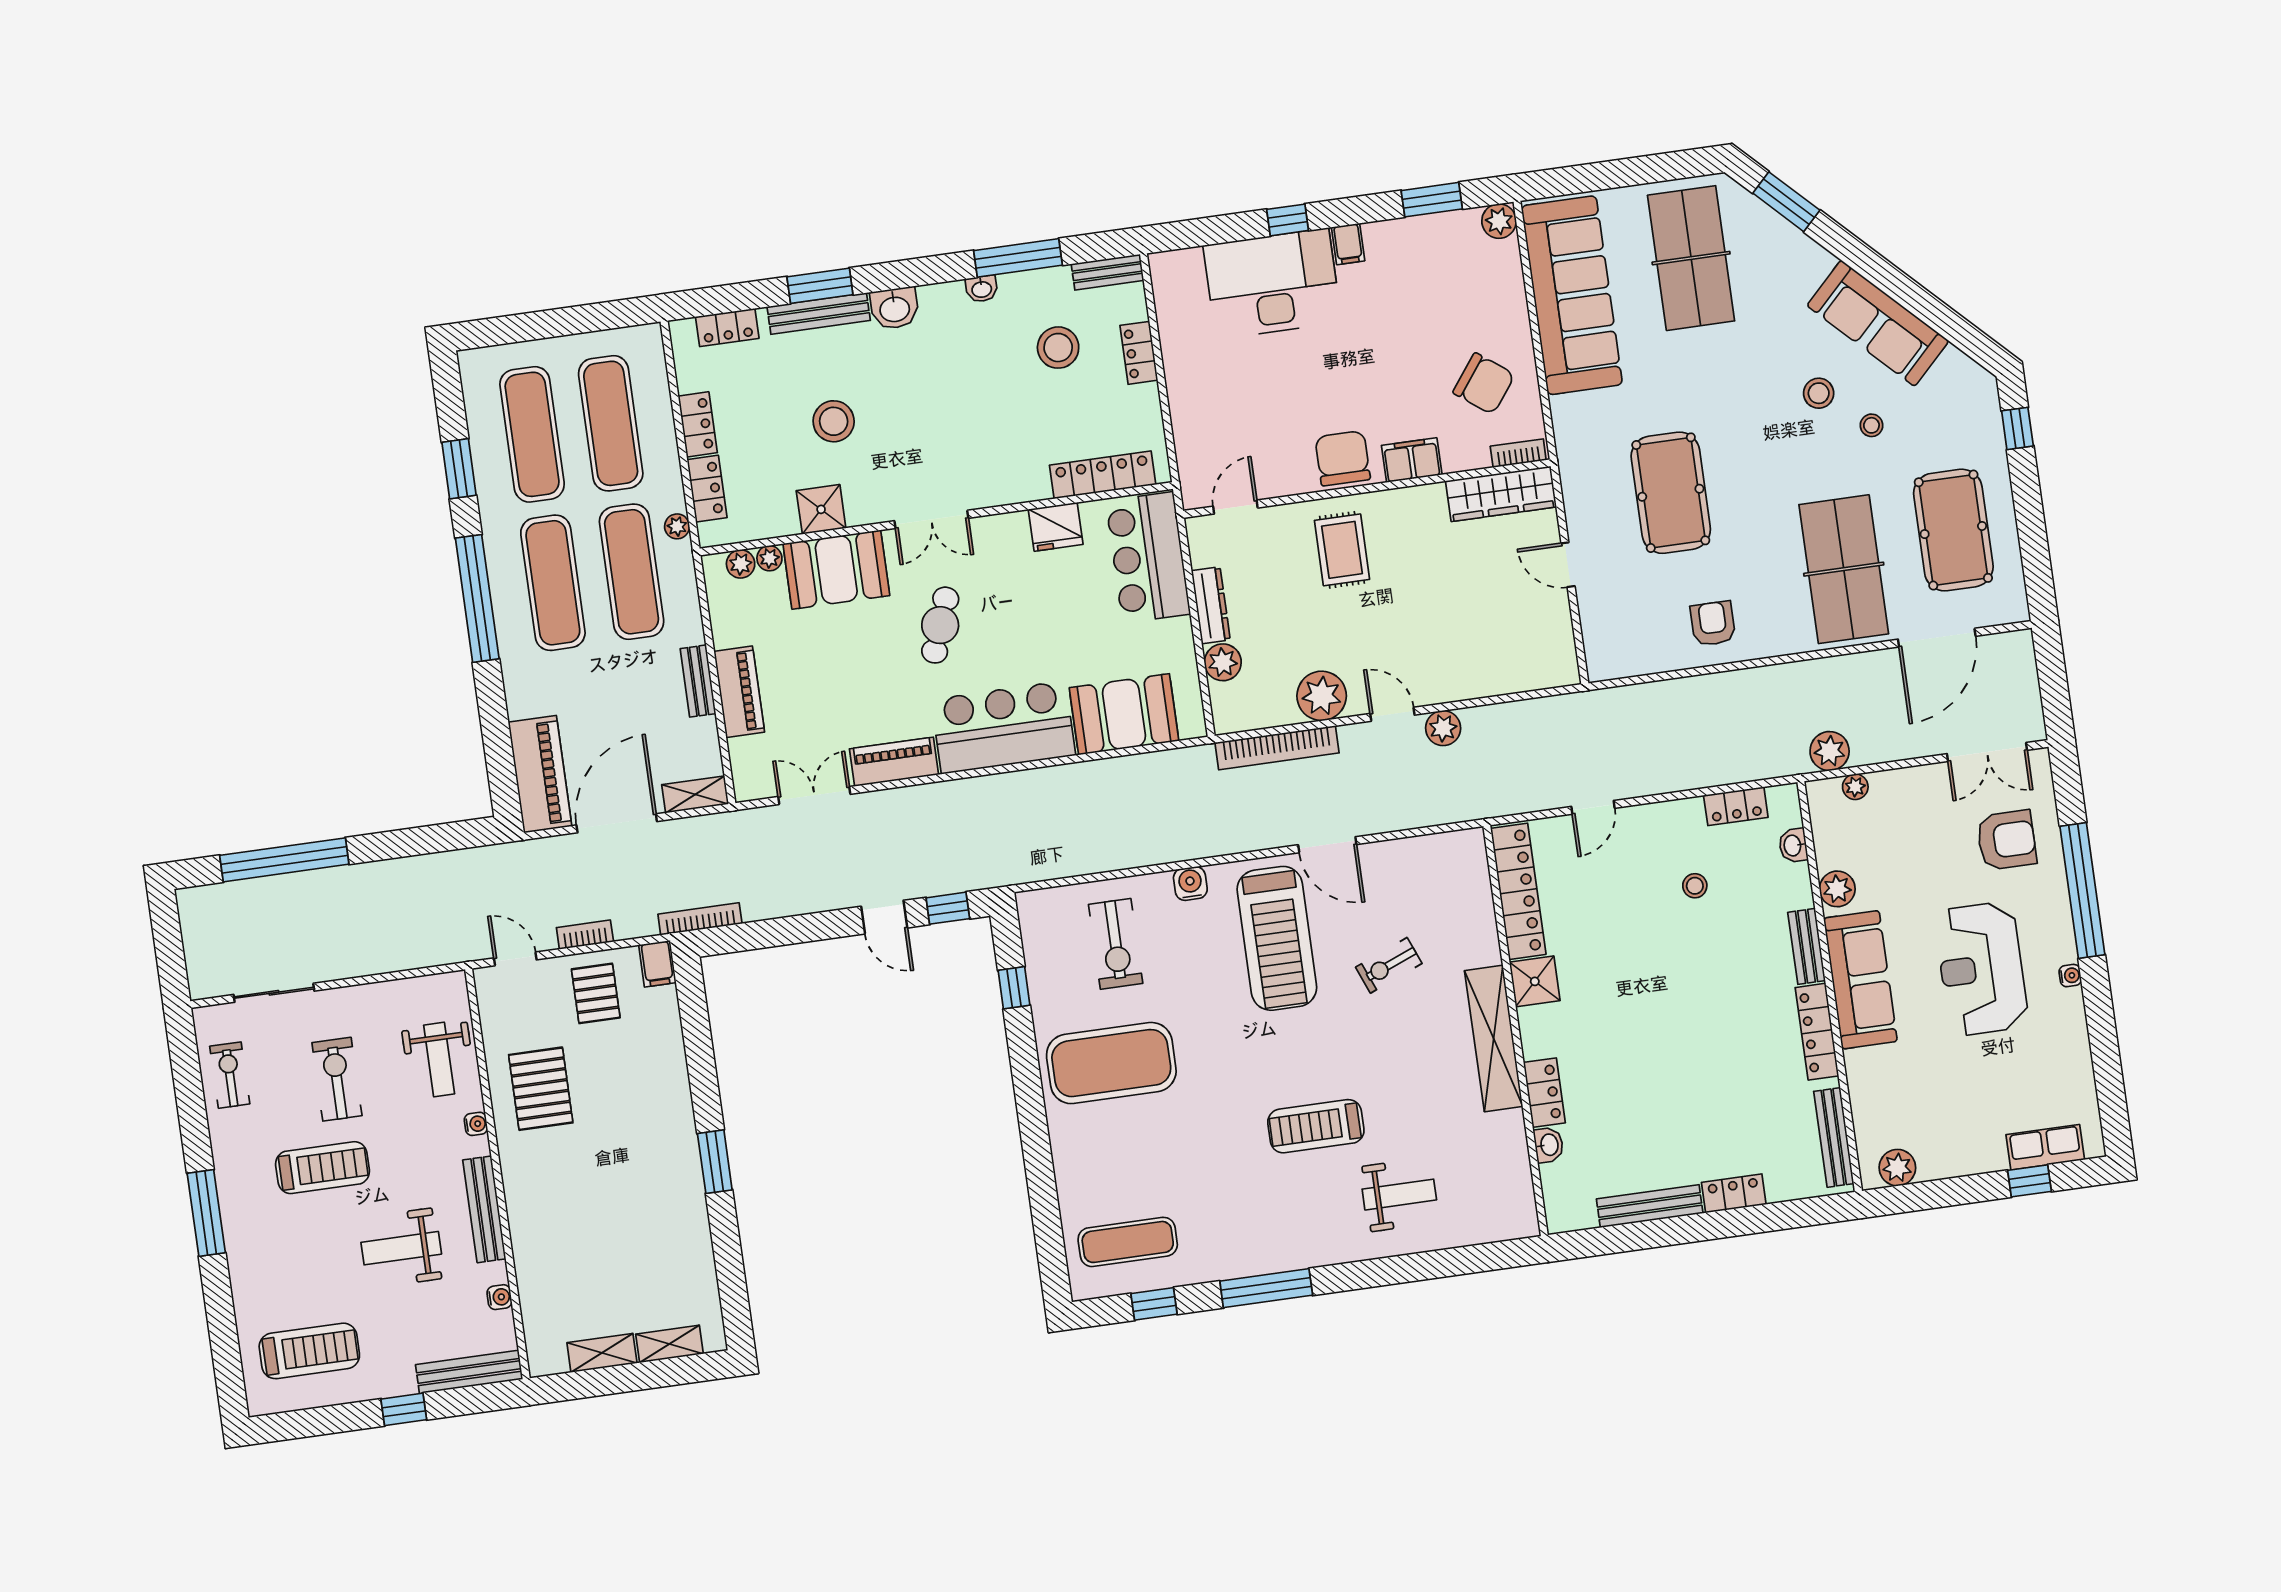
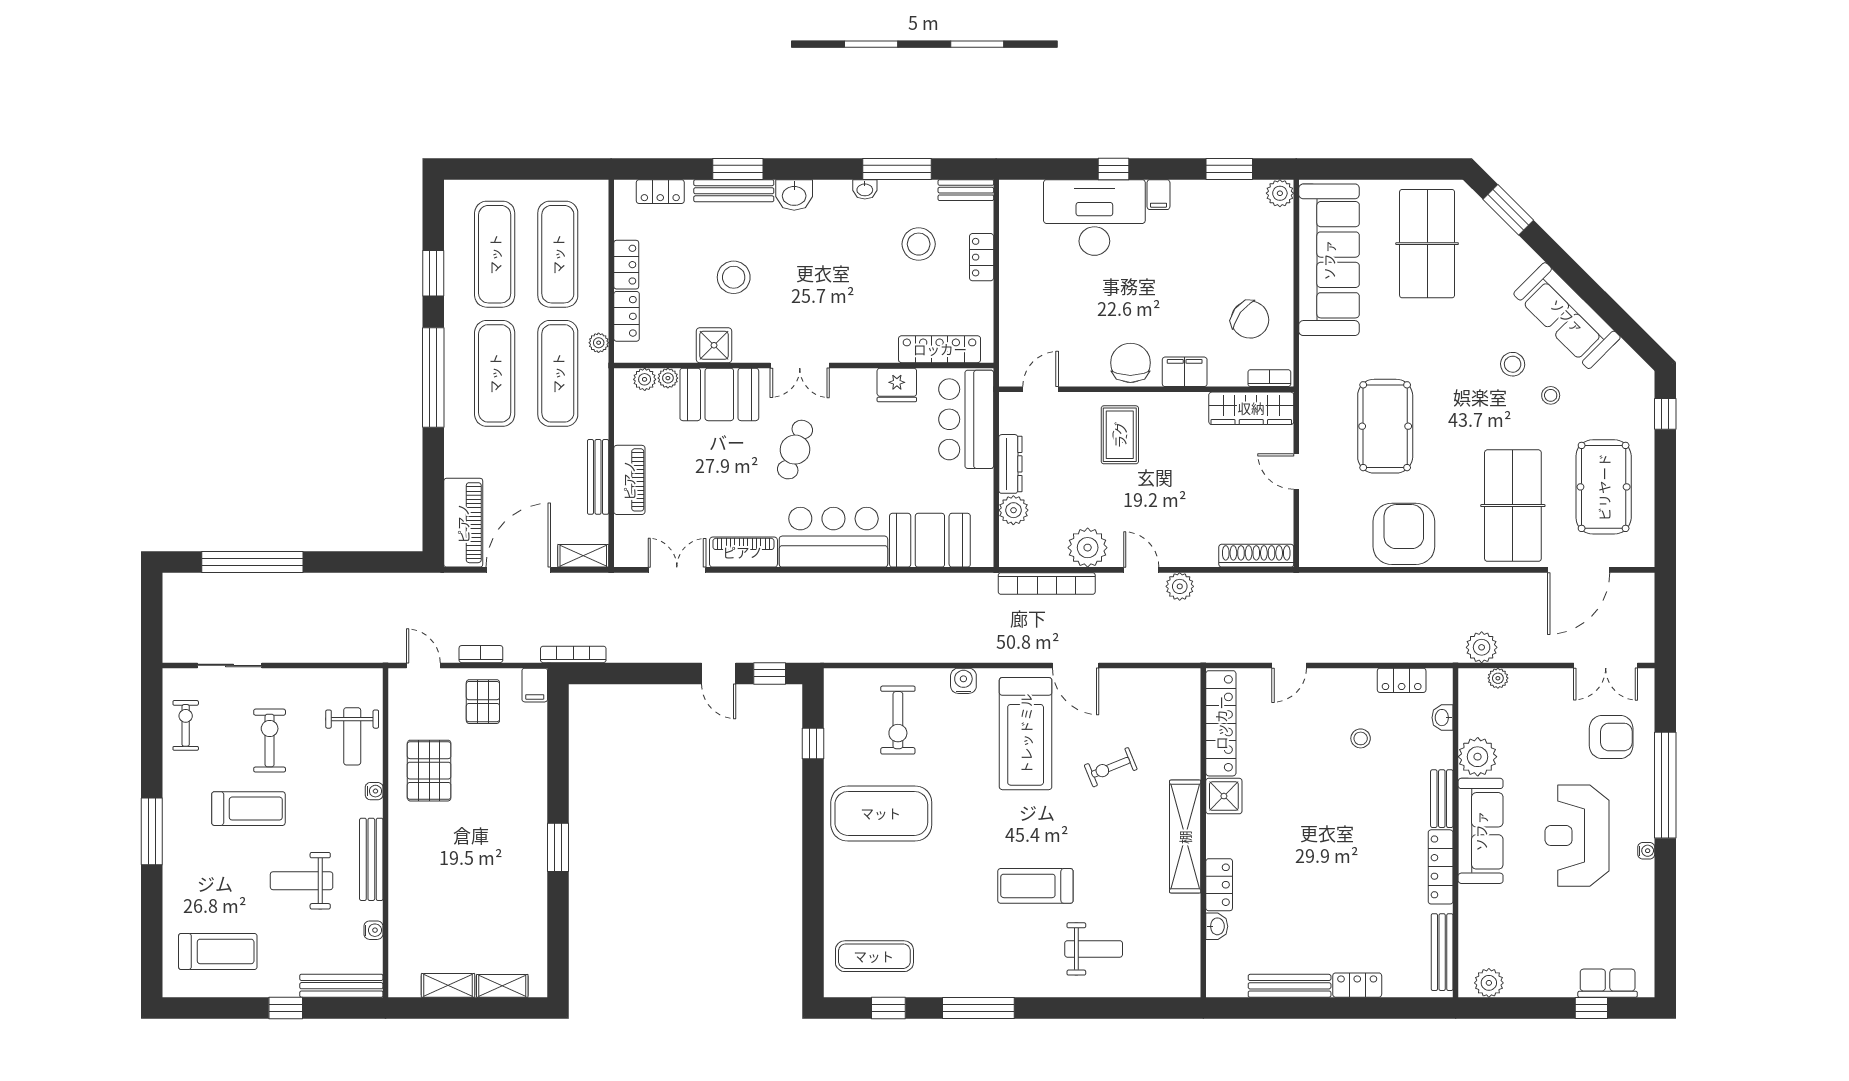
armchair: (1713, 624) -> (1404, 534), width x1.88, depth x1.88
shoe rack: (1533, 676) -> (1256, 556), added
bench: (698, 681) -> (598, 477), width x1.36
plant: (1837, 889) -> (1478, 757), width x1.36, depth x1.36

